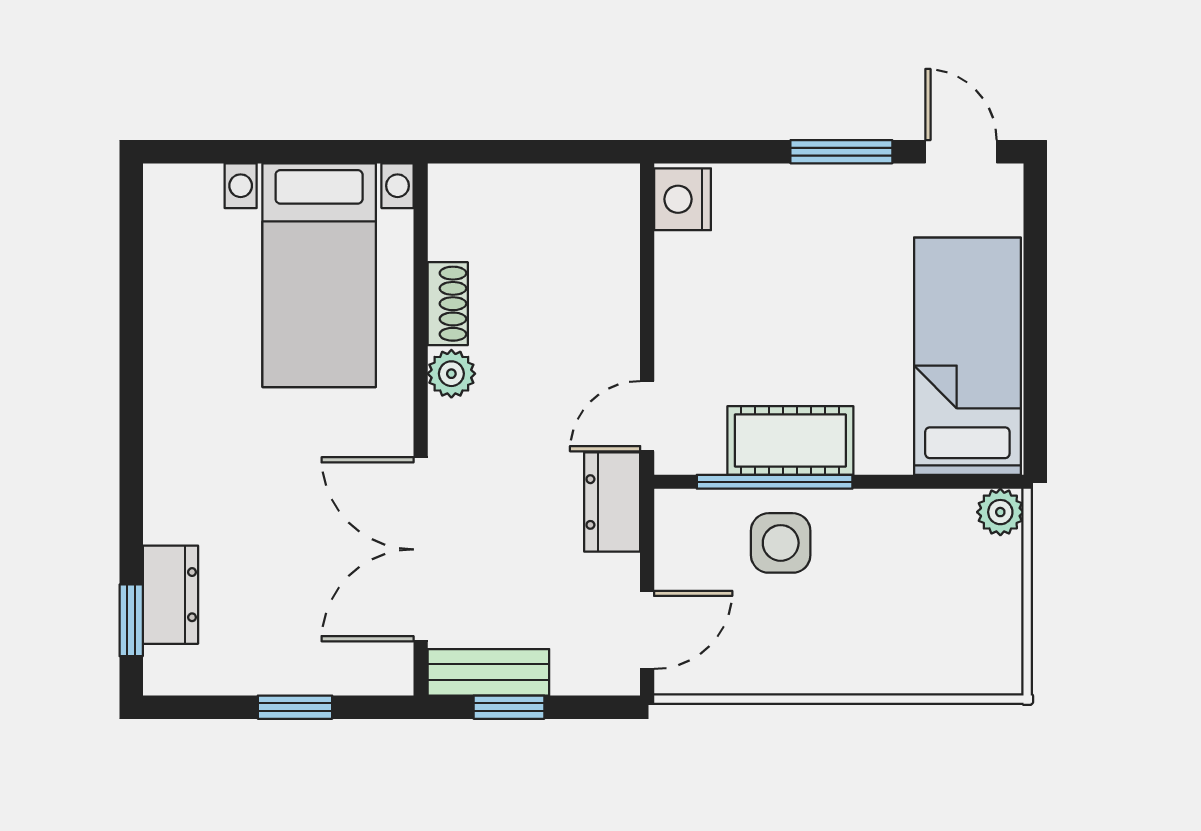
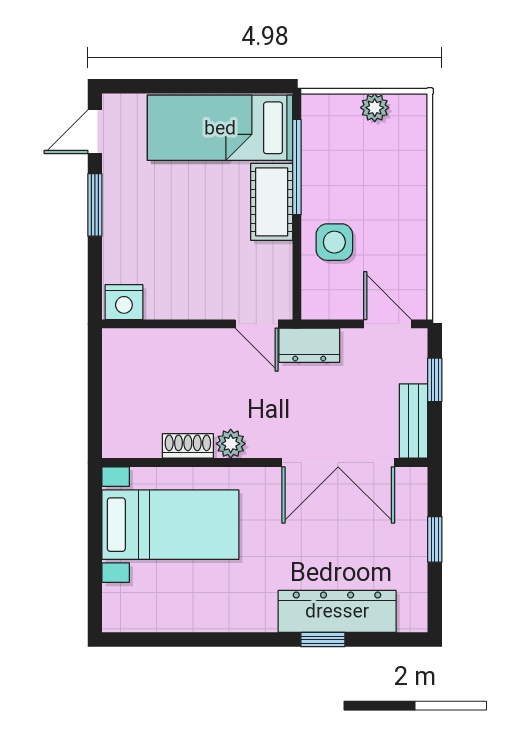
cot: (790, 440) -> (272, 202), moved
window: (775, 482) -> (297, 167), moved
plant: (1000, 512) -> (375, 108), moved
dresser: (170, 595) -> (337, 611), width x1.96, depth x1.24
window: (131, 620) -> (323, 640), moved
window: (509, 707) -> (435, 380), moved

